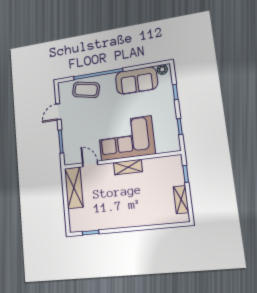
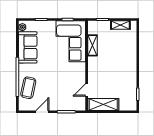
door: (58, 112) -> (42, 112), swing flipped
corner sofa: (126, 138) -> (71, 41), moved
shelving: (128, 167) -> (93, 45), moved

